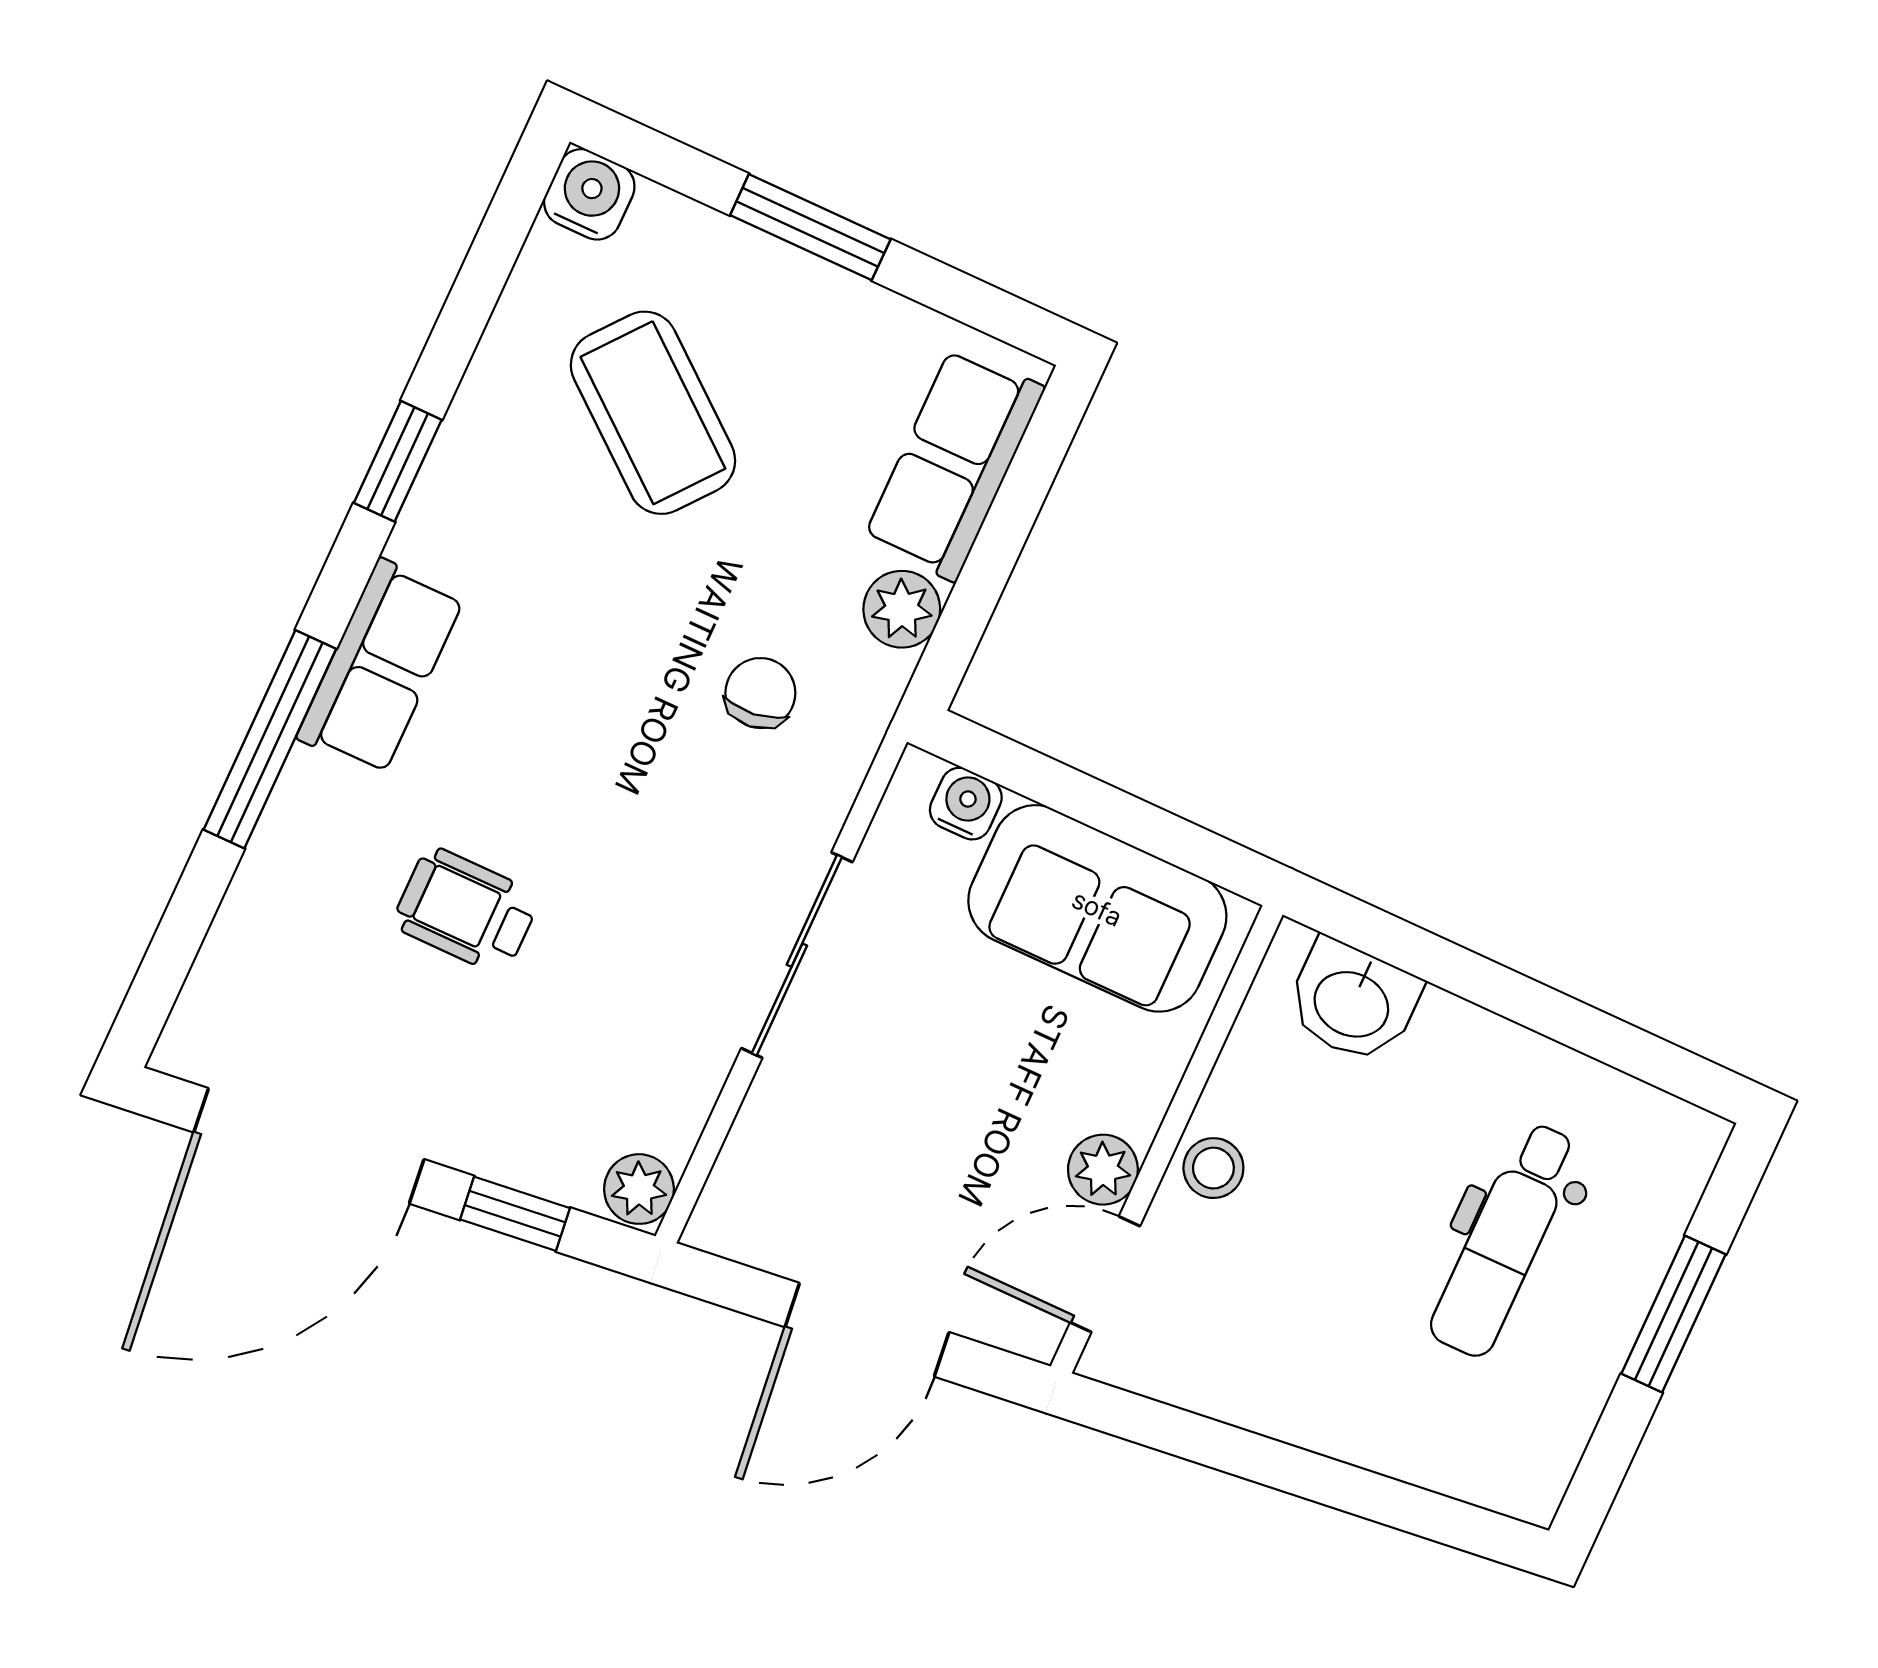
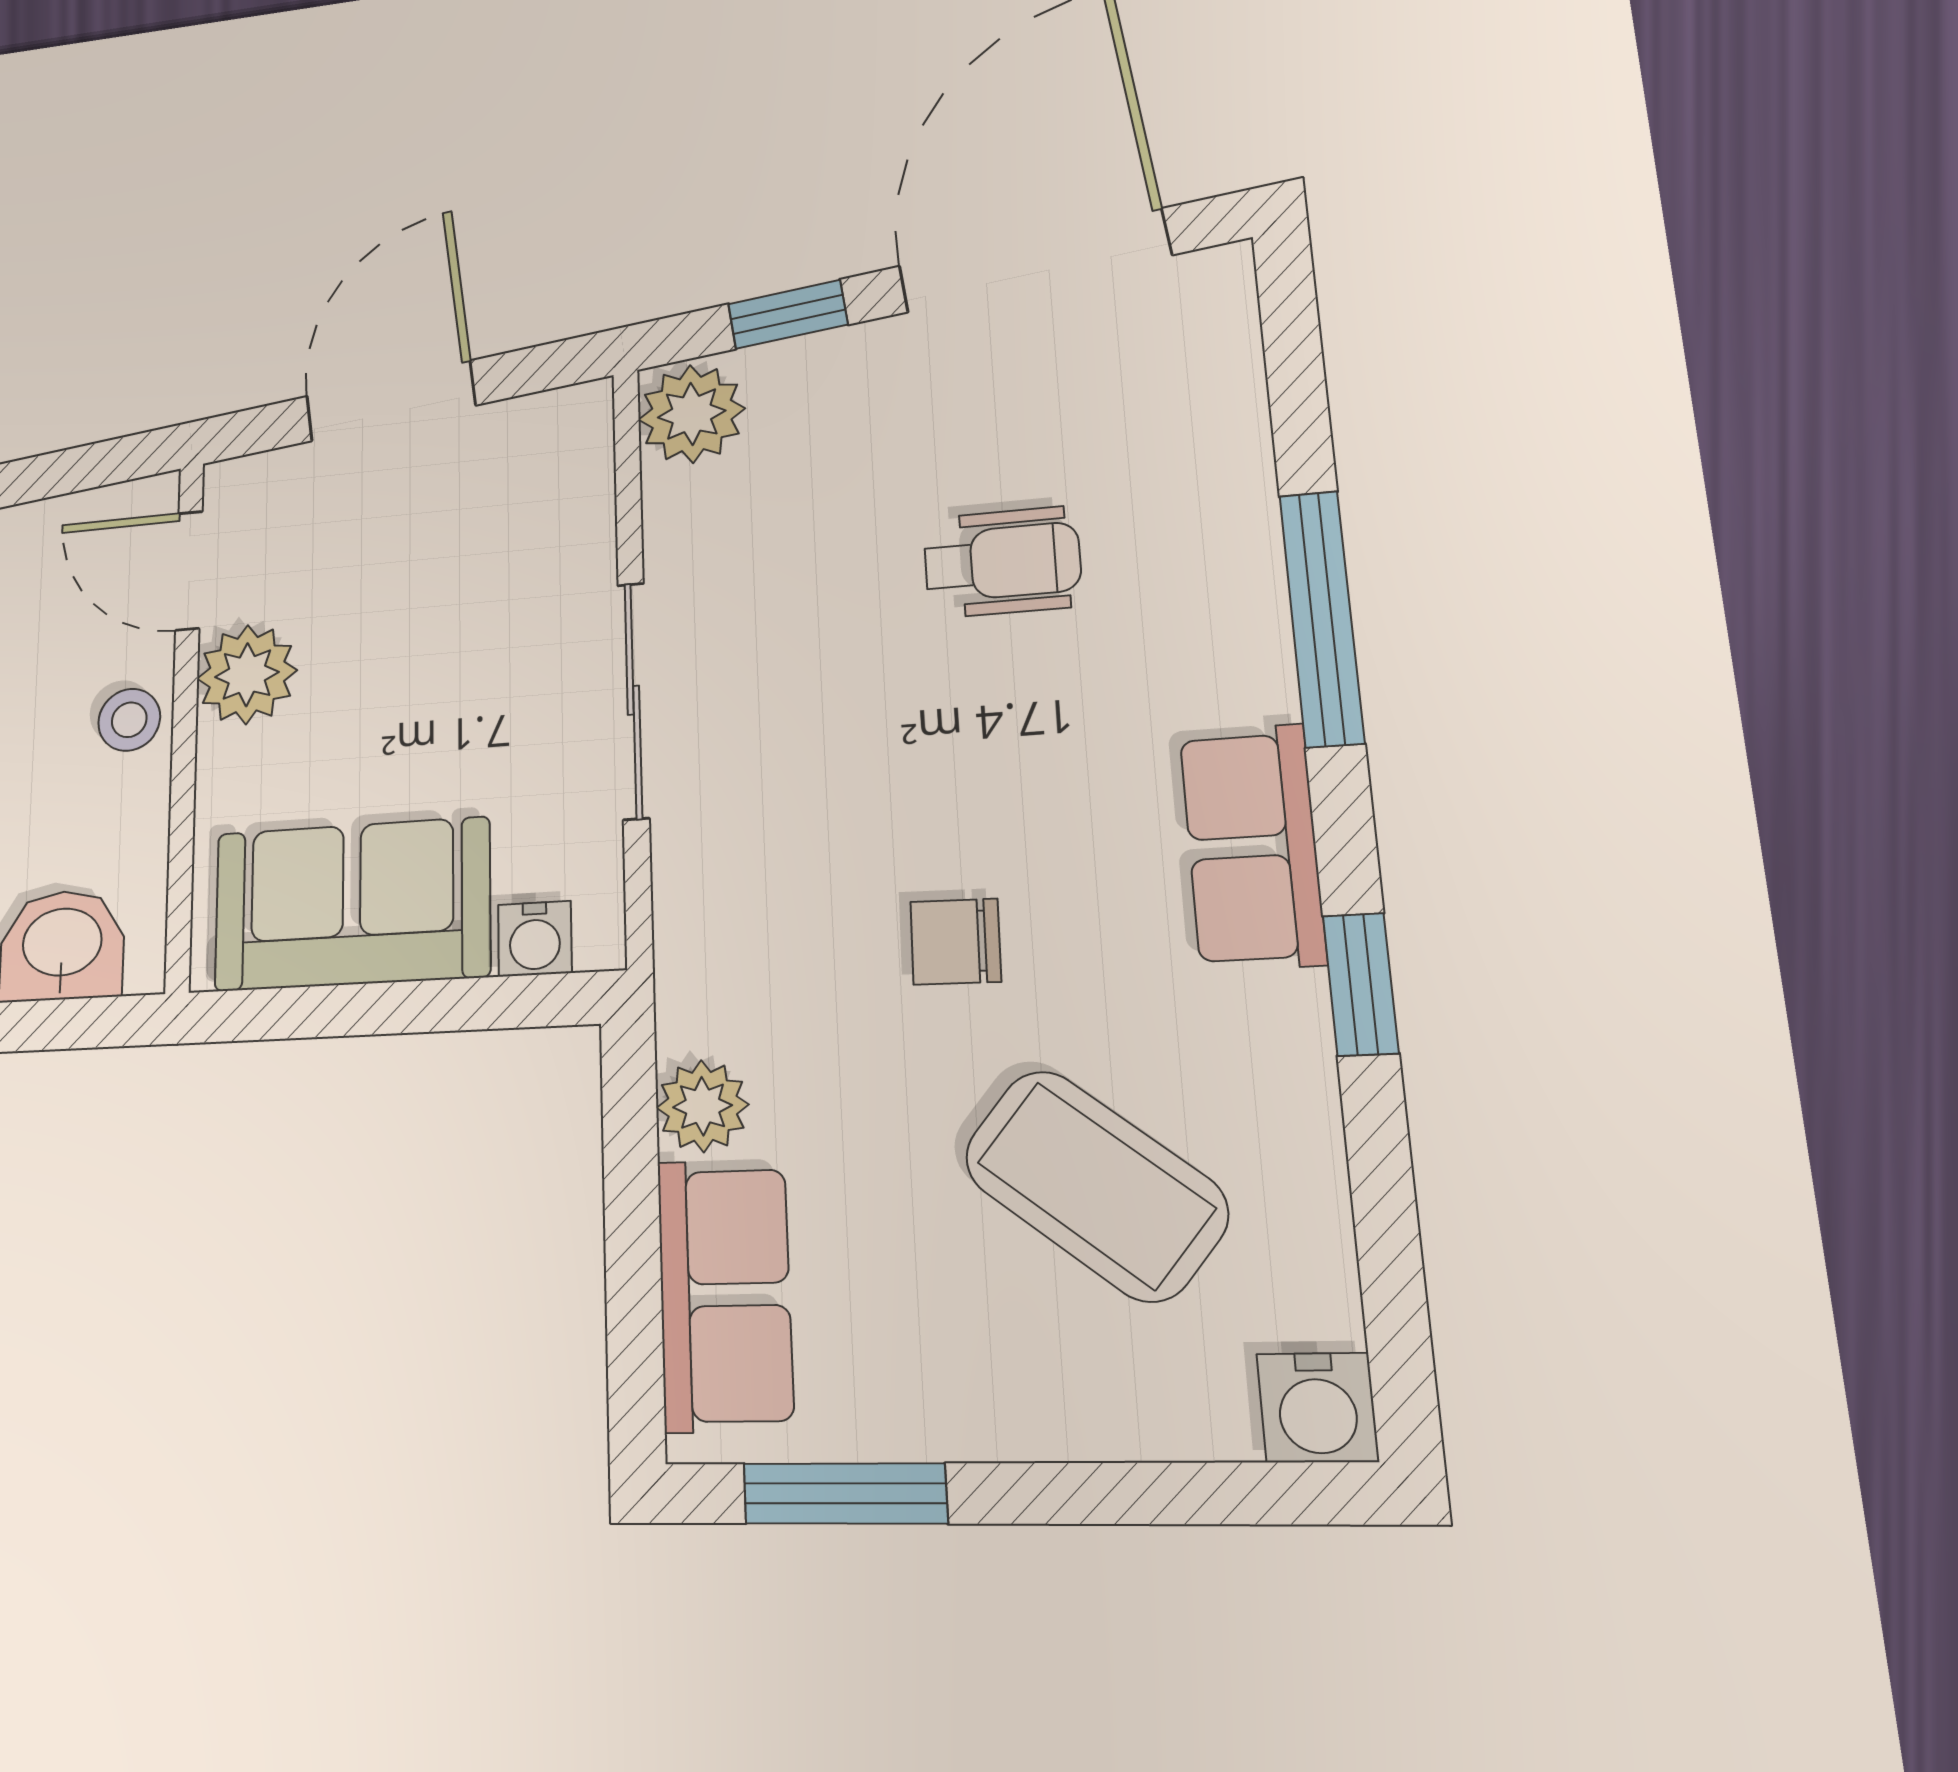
window: (810, 227) -> (845, 1493), moved
row of seats: (381, 667) -> (1252, 847), moved
chair: (760, 693) -> (956, 942), moved, turned 98
plant: (1103, 1170) -> (247, 675), width x1.38, depth x1.38
plant: (639, 1189) -> (692, 414), width x1.38, depth x1.38
door: (1105, 1274) -> (189, 571), swing flipped

